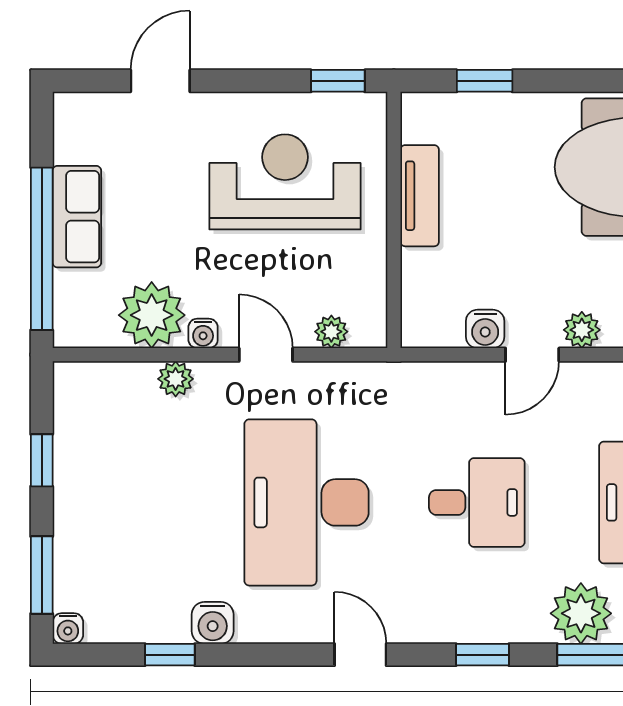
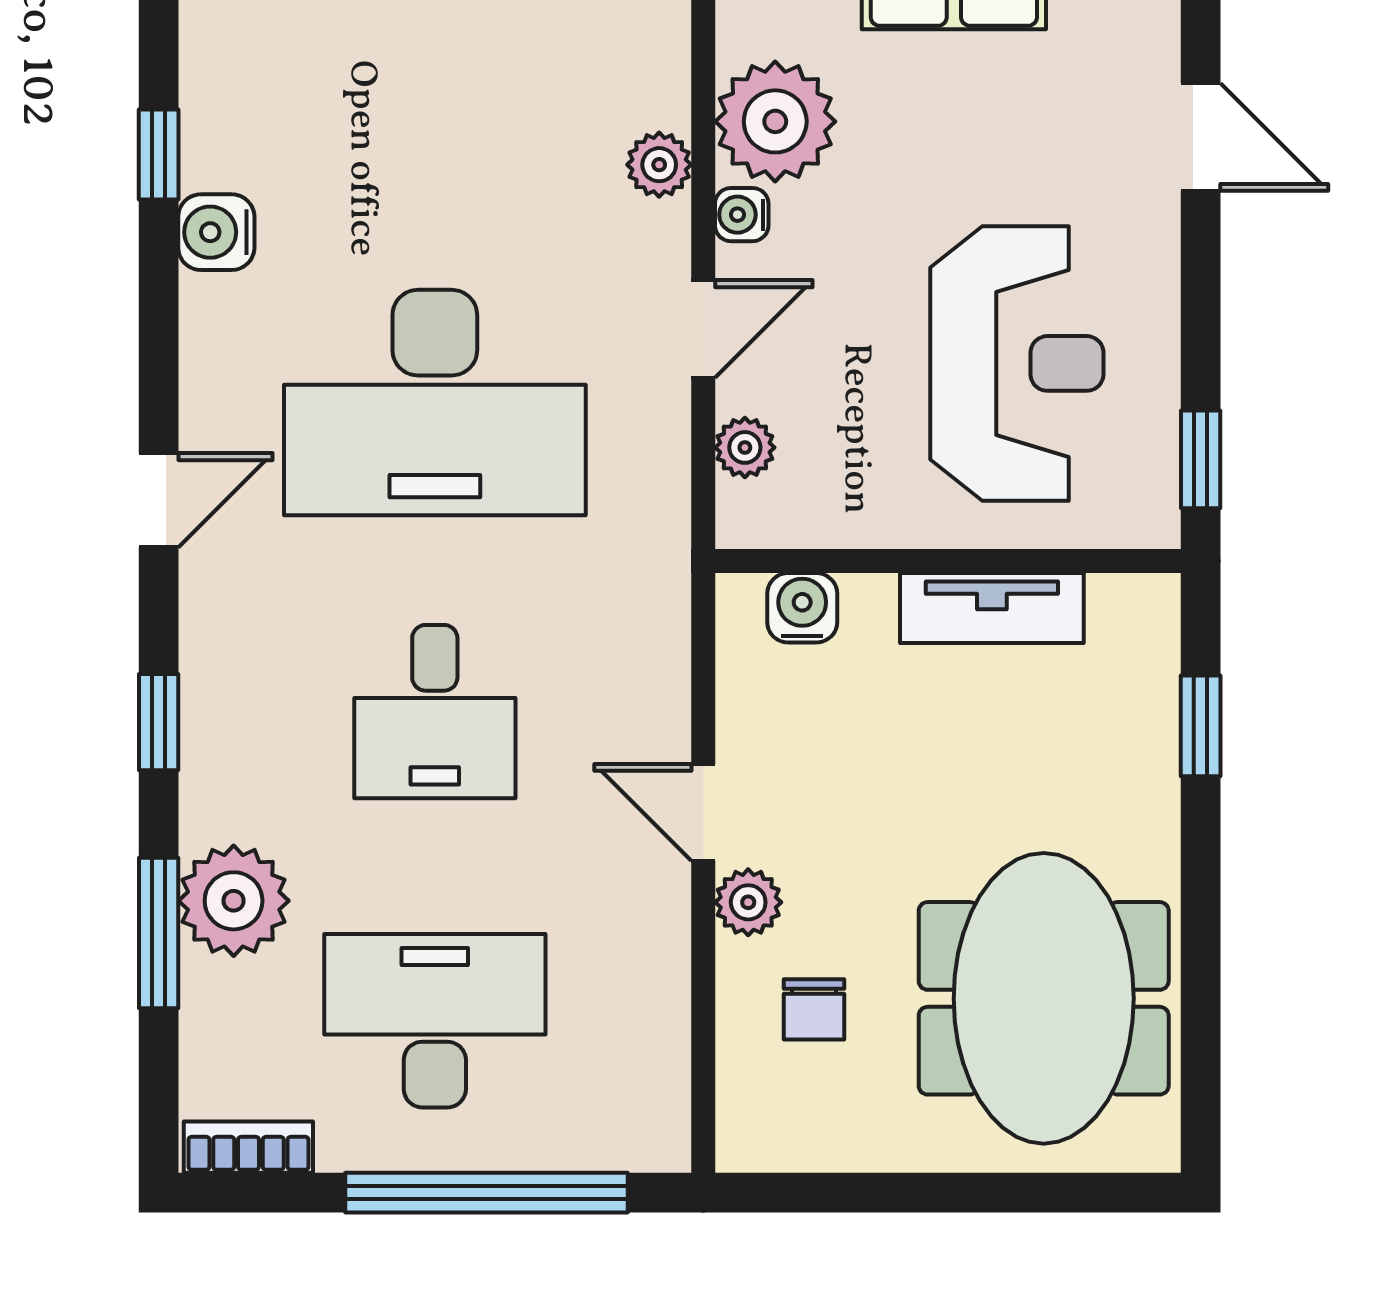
water cooler: (485, 329) -> (802, 608), moved, turned 90
desk: (307, 502) -> (435, 403), turned 180

